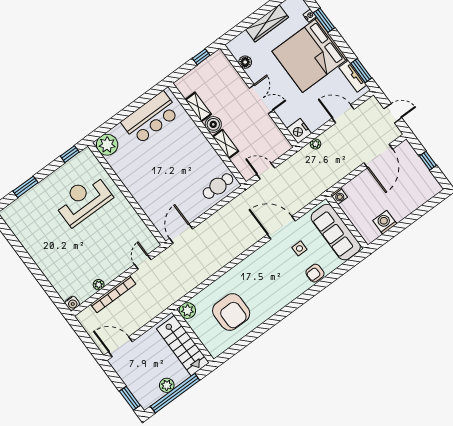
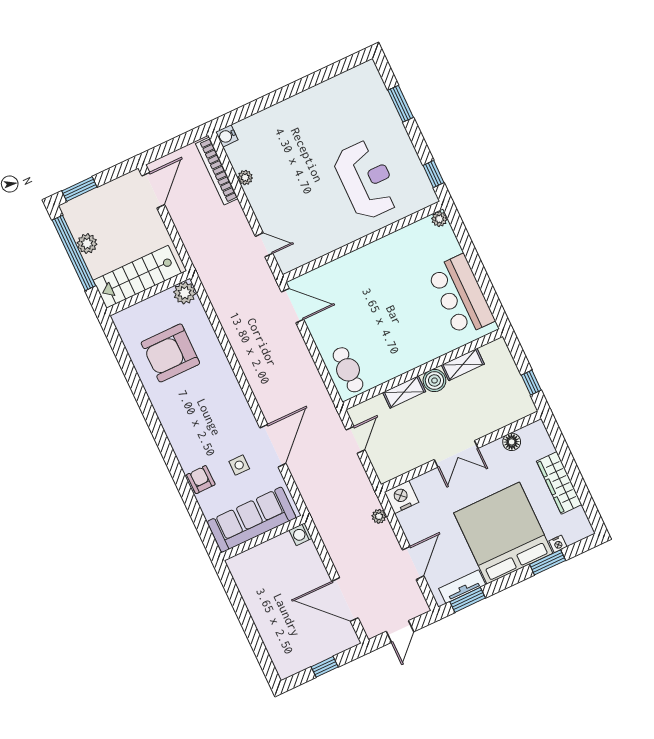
plant: (107, 145) -> (439, 219), width x0.53, depth x0.53
washing machine: (385, 222) -> (252, 590), removed
bookcase: (113, 294) -> (217, 171), moved

